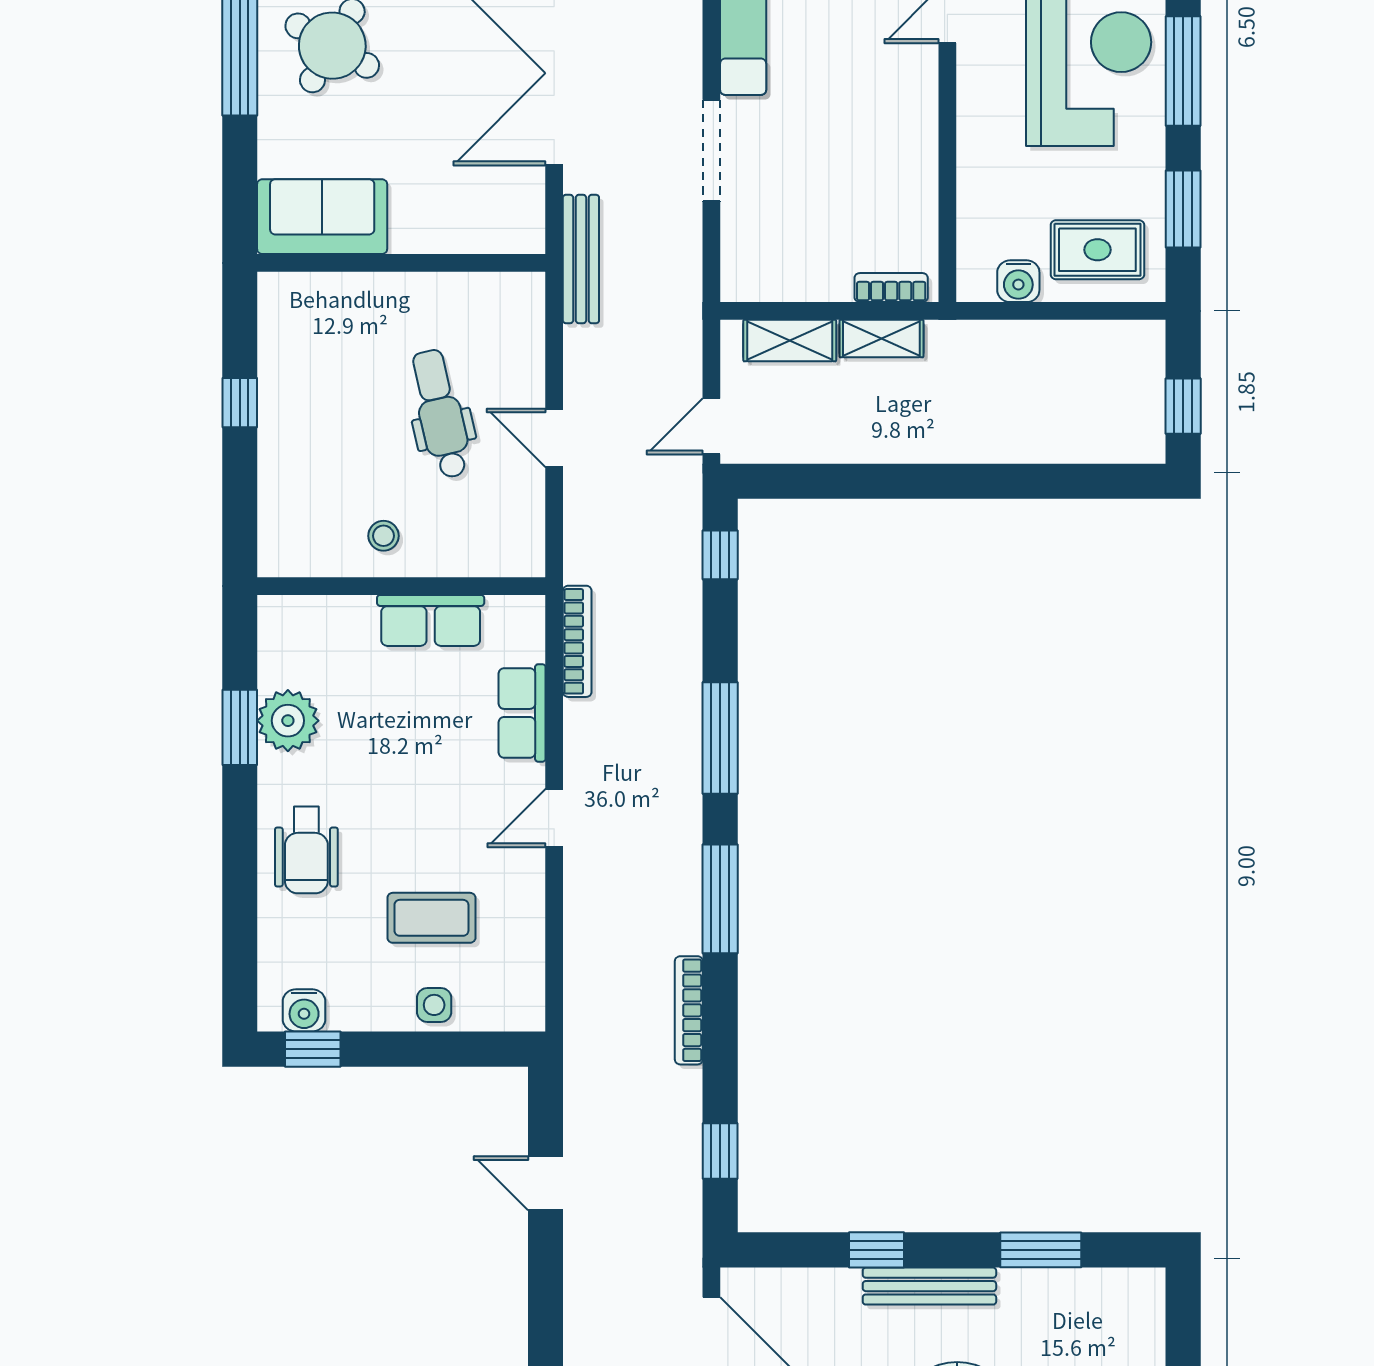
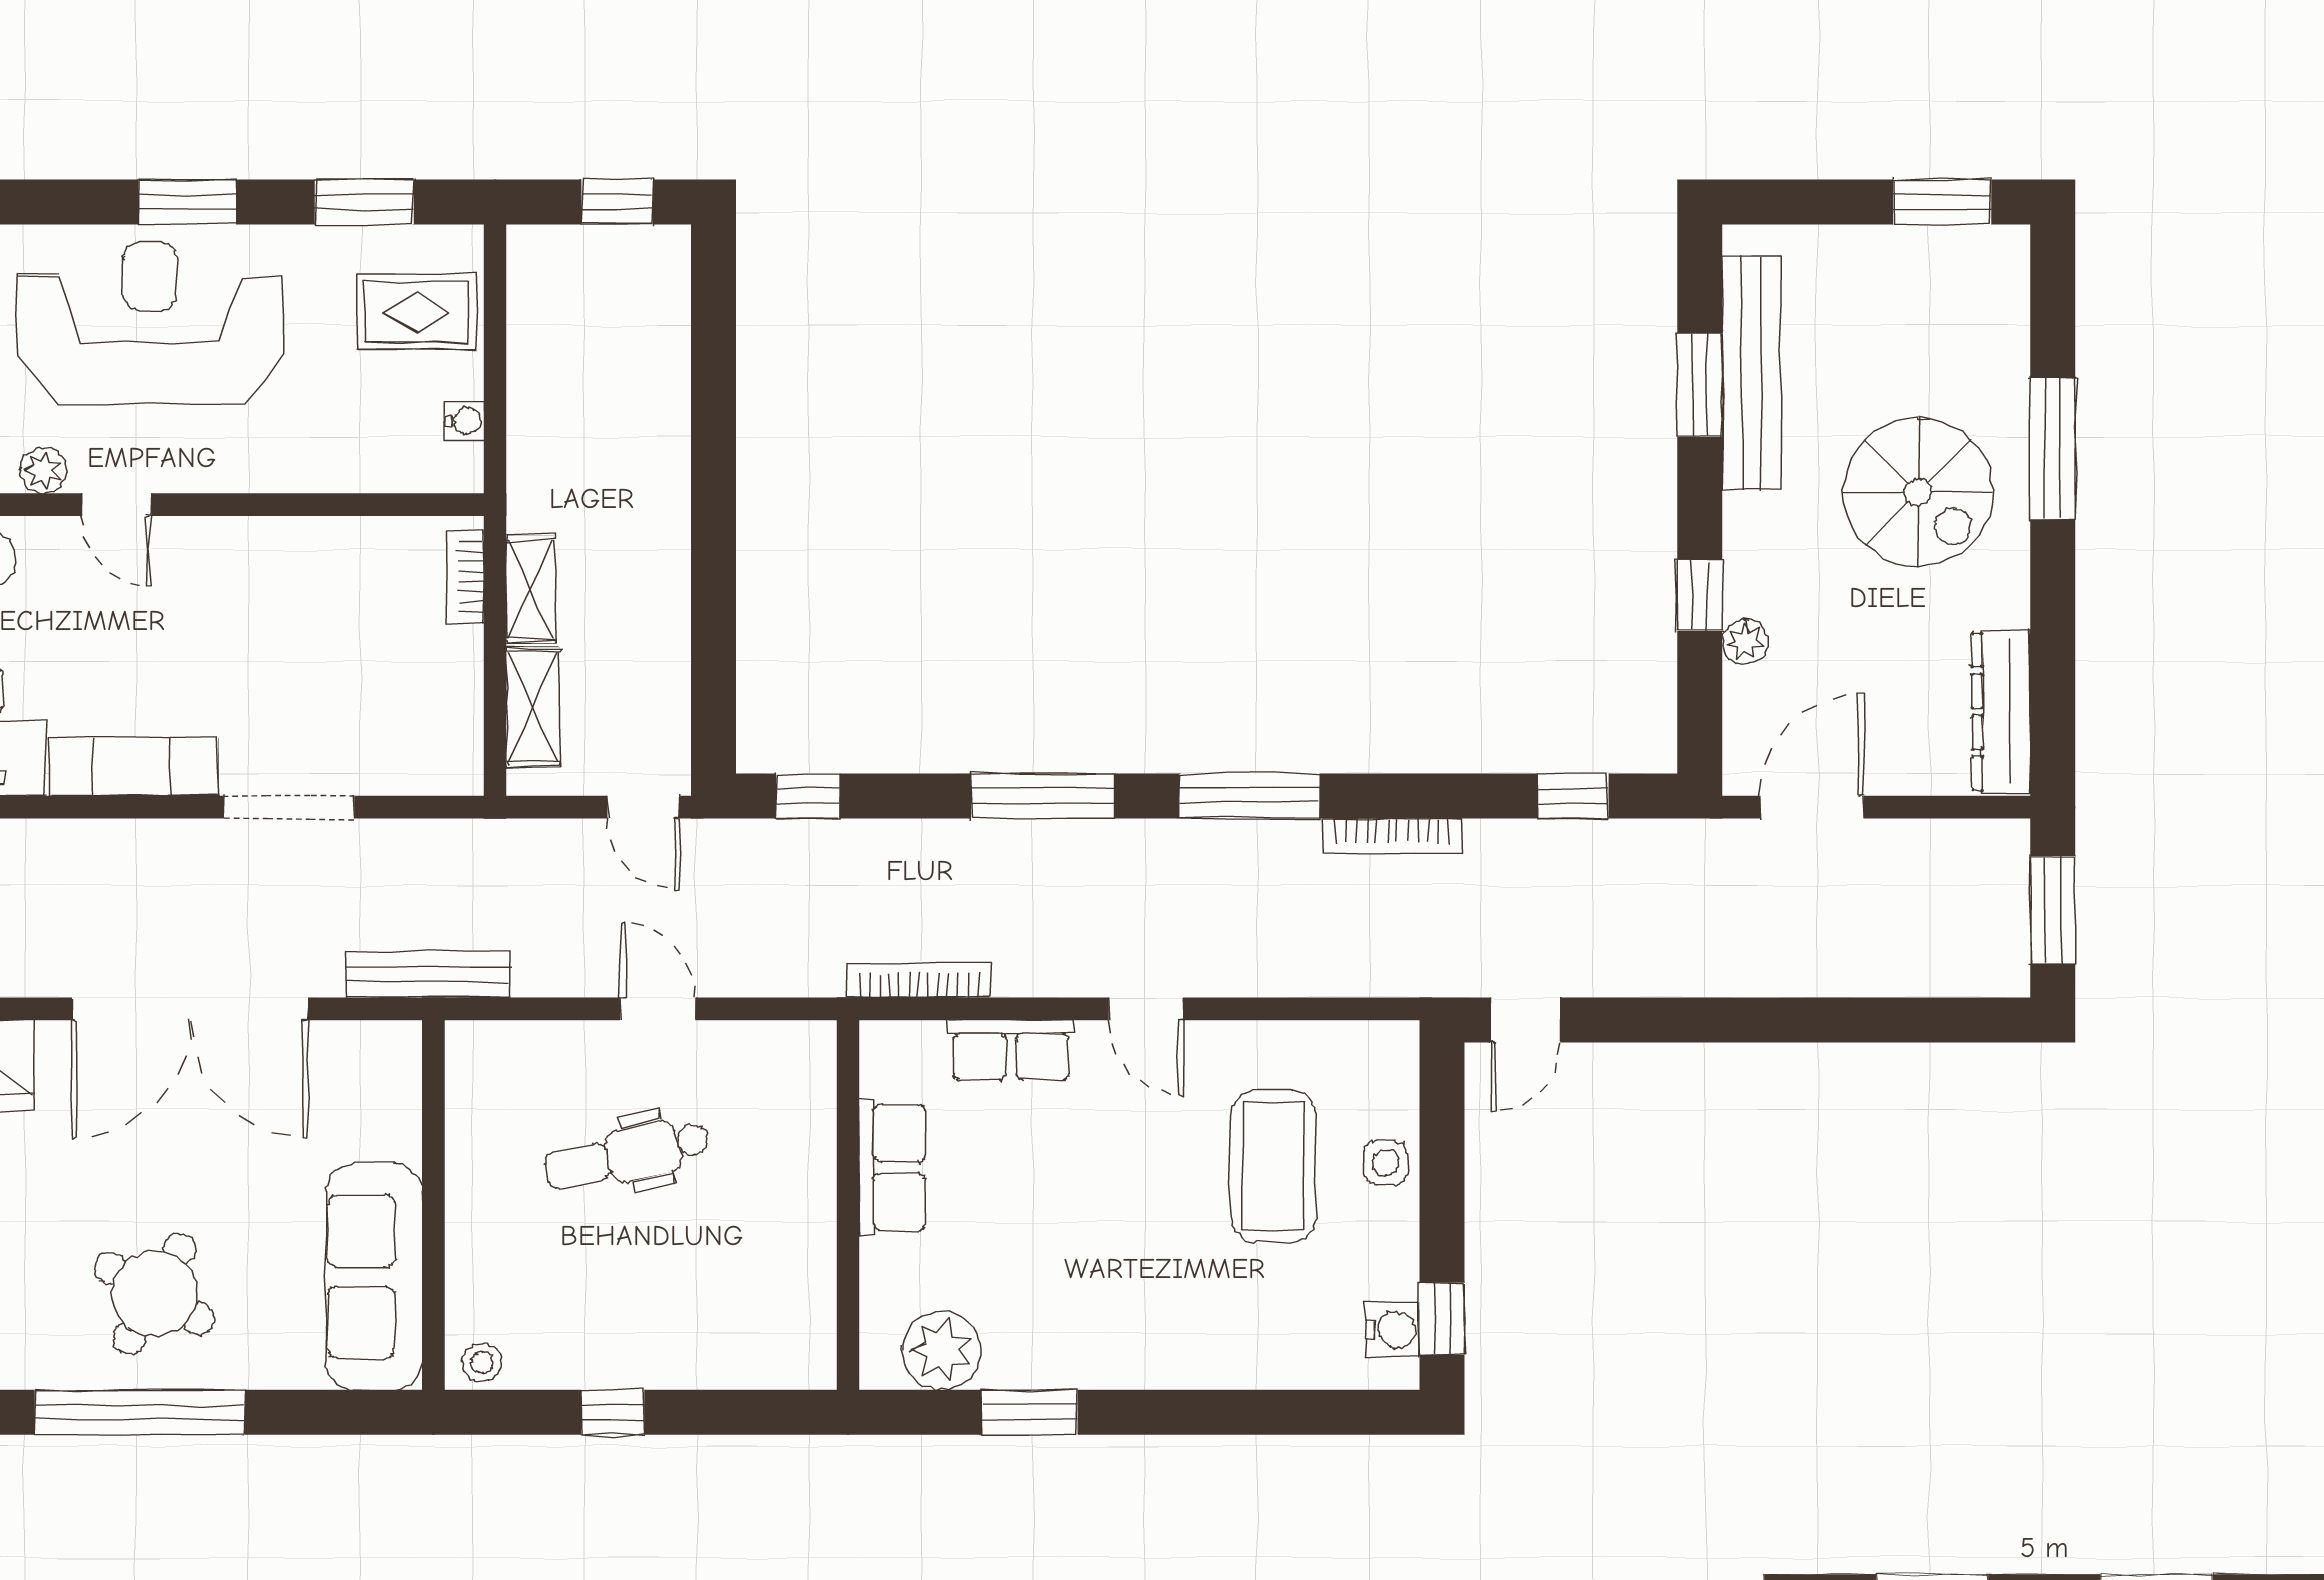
window: (1183, 71) -> (187, 202), width x0.69
sofa: (322, 217) -> (374, 1277), width x1.36
rug: (1097, 250) -> (417, 312), turned 90
water cooler: (1018, 281) -> (464, 421), width x0.72, depth x0.72
door: (554, 438) -> (658, 1009), swing flipped
stool: (383, 536) -> (482, 1363), moved
plant: (288, 721) -> (942, 1351), moved
wheelchair: (306, 850) -> (1187, 1327), removed
coffee table: (431, 918) -> (1274, 1166), width x1.36, depth x1.32
door: (545, 1183) -> (1526, 1020), moved
plant: (840, 1285) -> (1745, 642), added
bench: (929, 1286) -> (1751, 373), moved, width x1.37, depth x1.21

